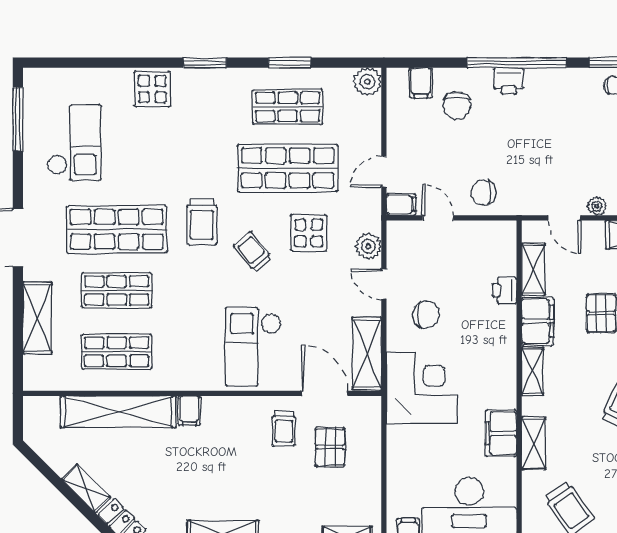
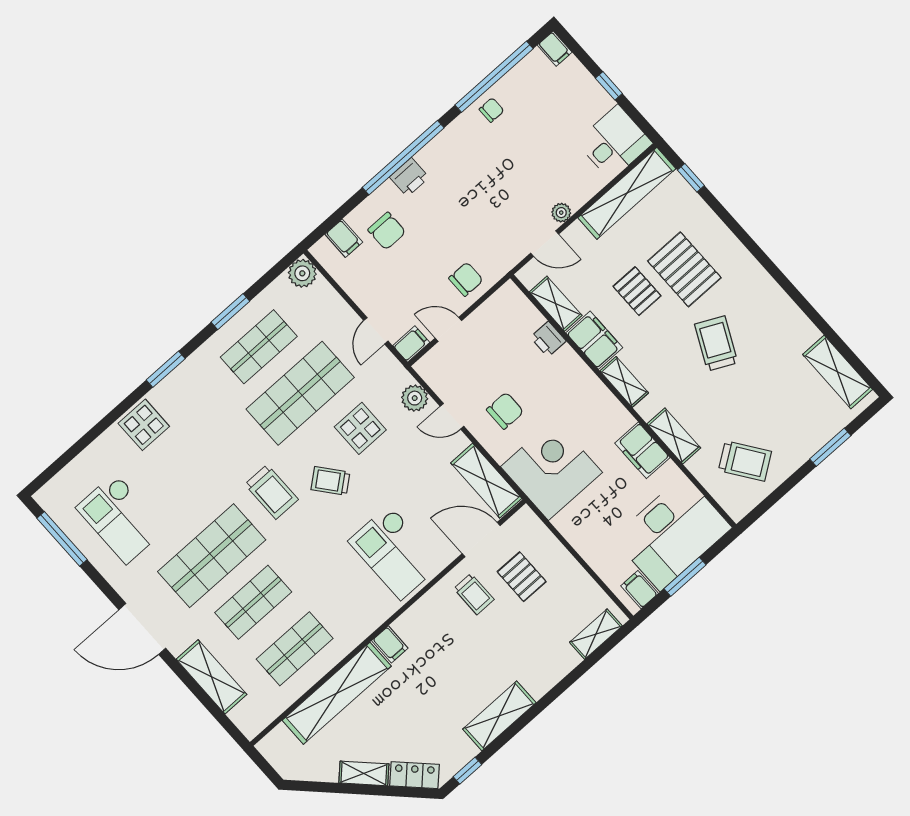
checkout: (74, 143) -> (121, 518), turned 180
chair: (483, 193) -> (466, 279), turned 180

